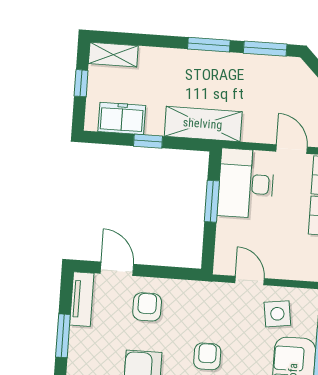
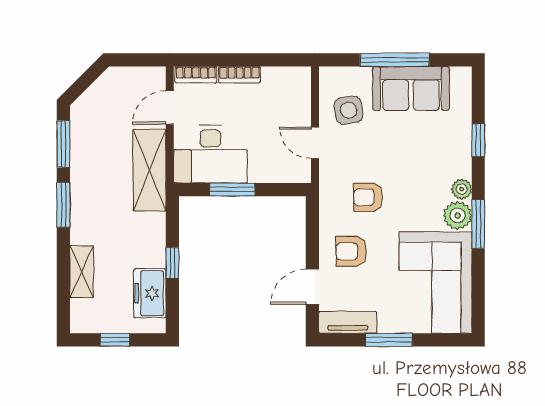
shelving: (113, 55) -> (82, 272), moved
shelving: (203, 124) -> (149, 170), moved
door: (250, 281) -> (315, 143), hinge flipped
armchair: (207, 356) -> (368, 197), moved

